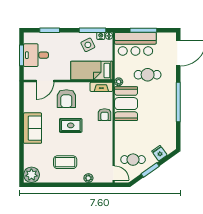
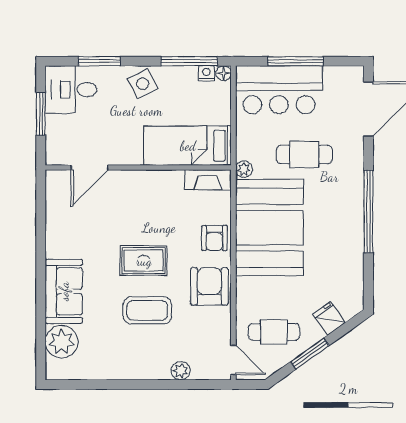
side table: (88, 45) -> (143, 84), moved
desk: (36, 55) -> (71, 90), moved
armchair: (66, 99) -> (209, 286), moved, turned 180
booth: (126, 104) -> (269, 228), width x1.36, depth x1.42
sofa: (33, 128) -> (64, 291), moved
coffee table: (65, 162) -> (147, 310), moved
plant: (31, 175) -> (62, 342), moved

